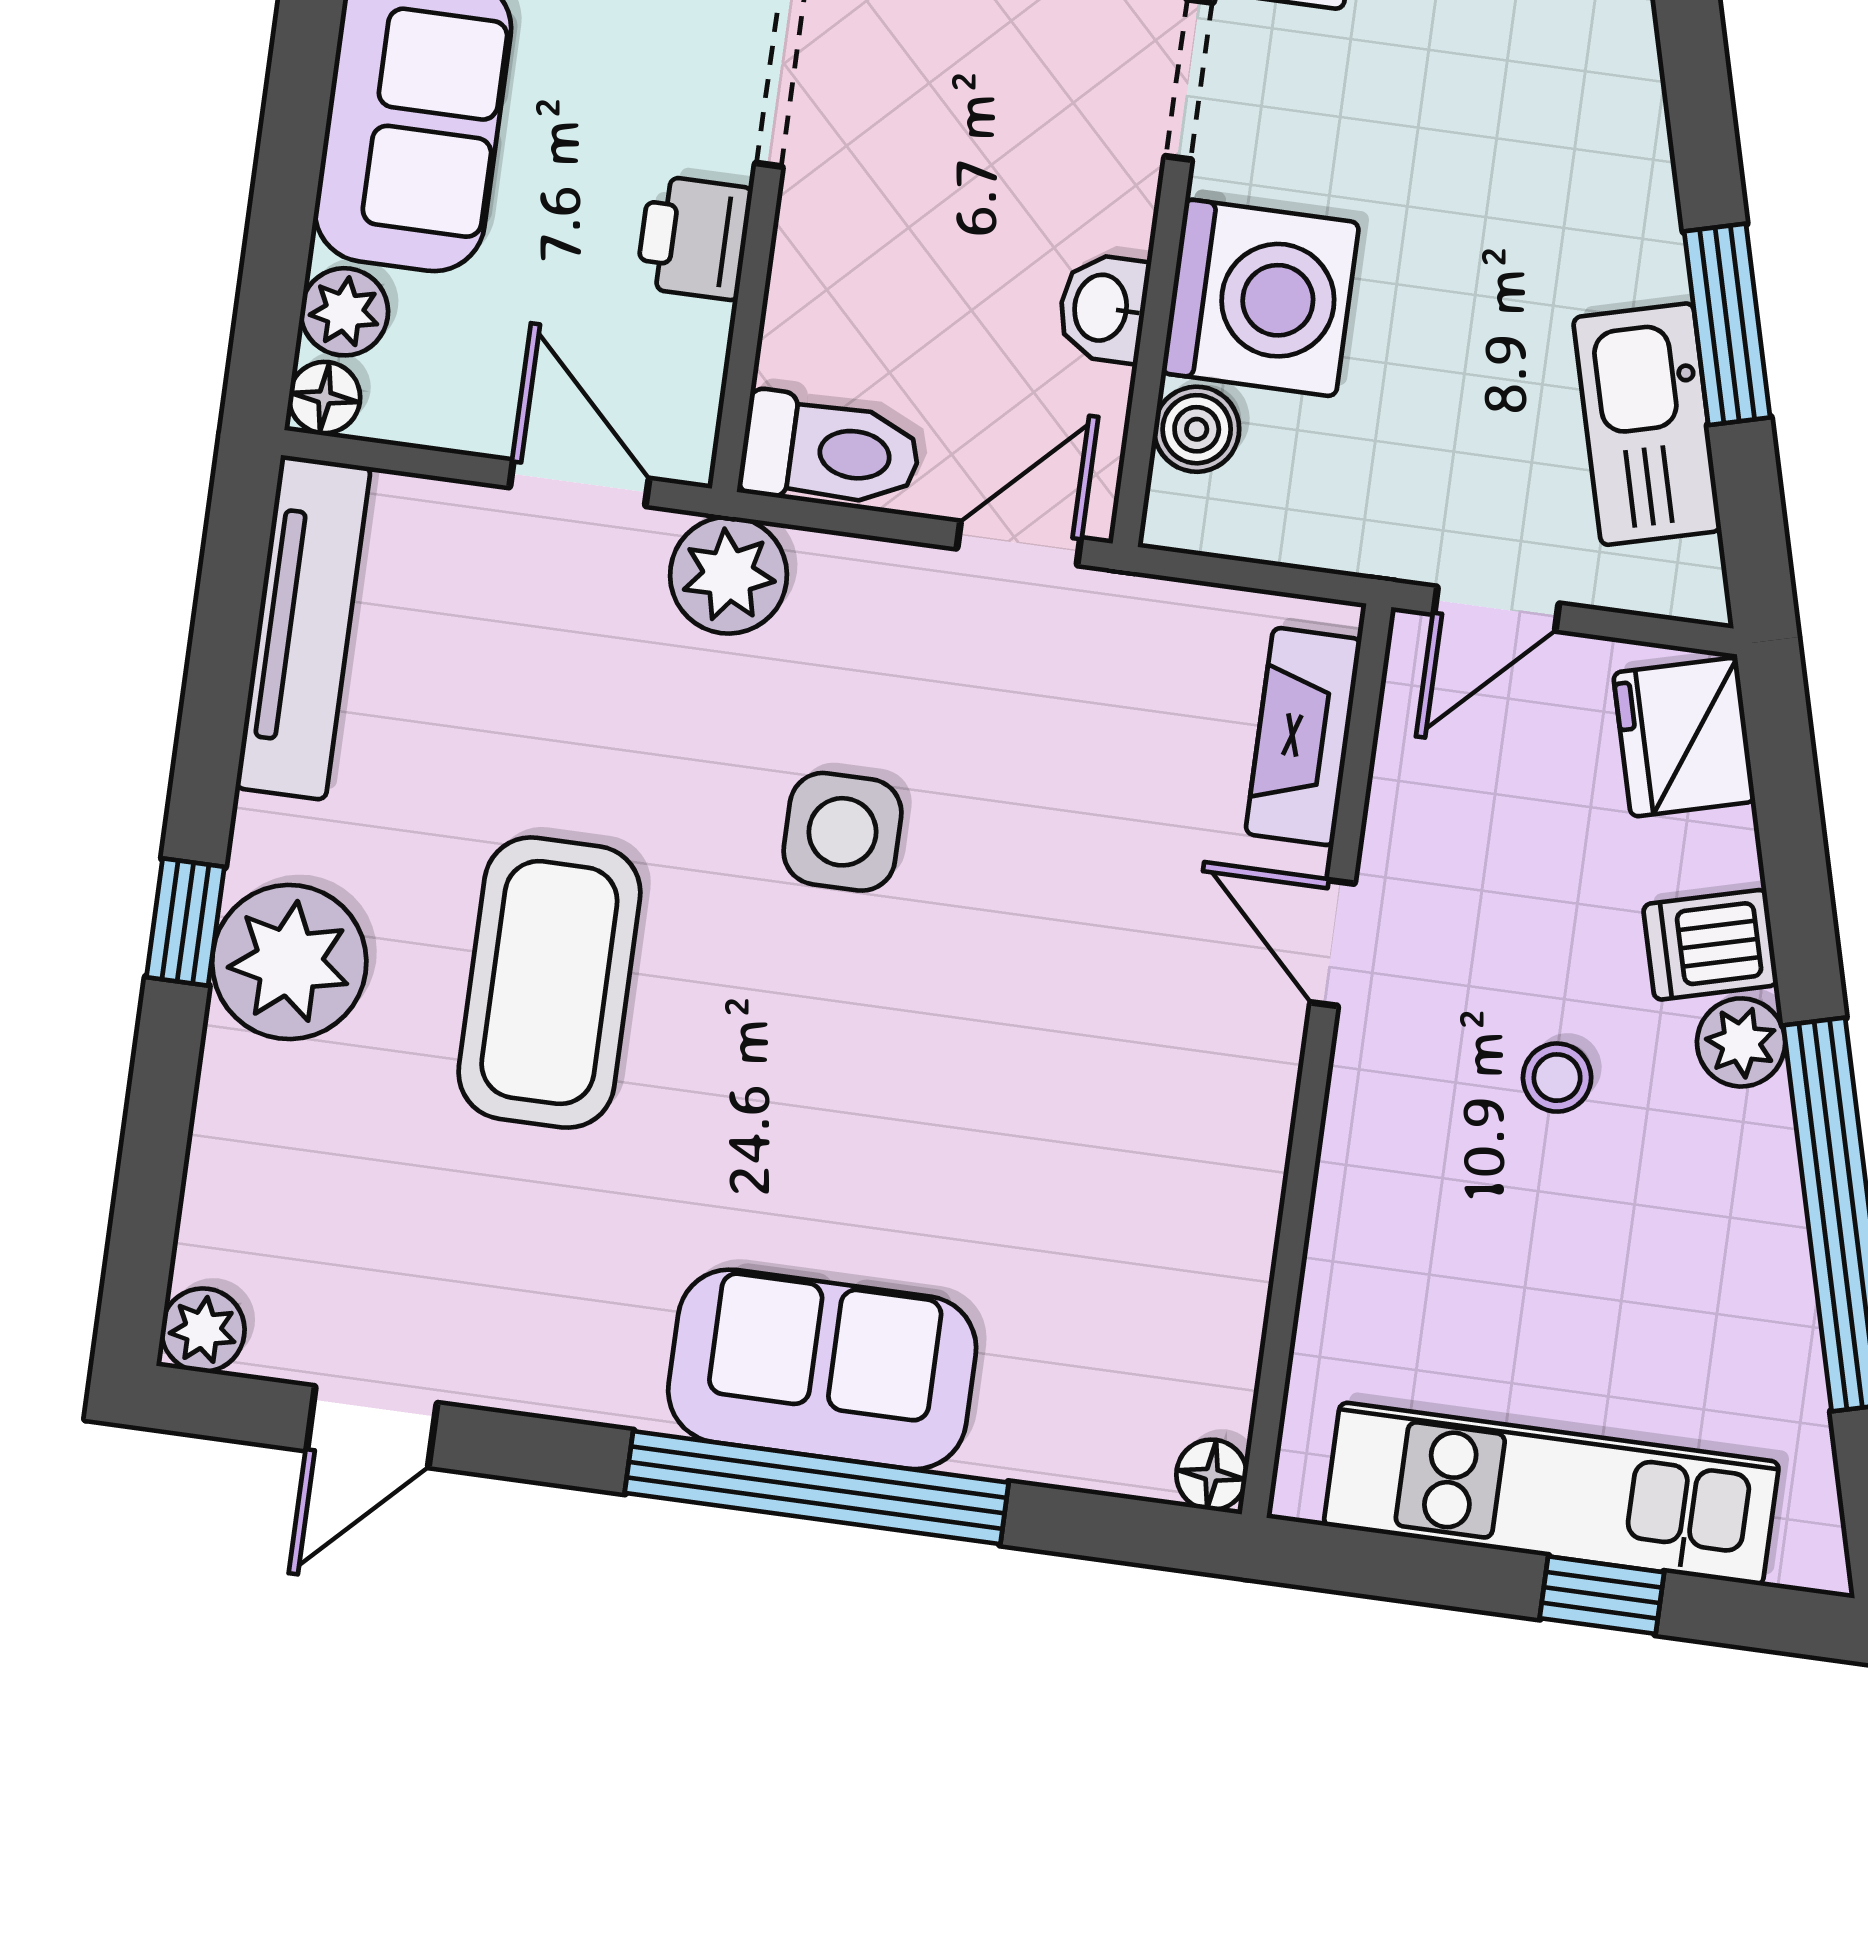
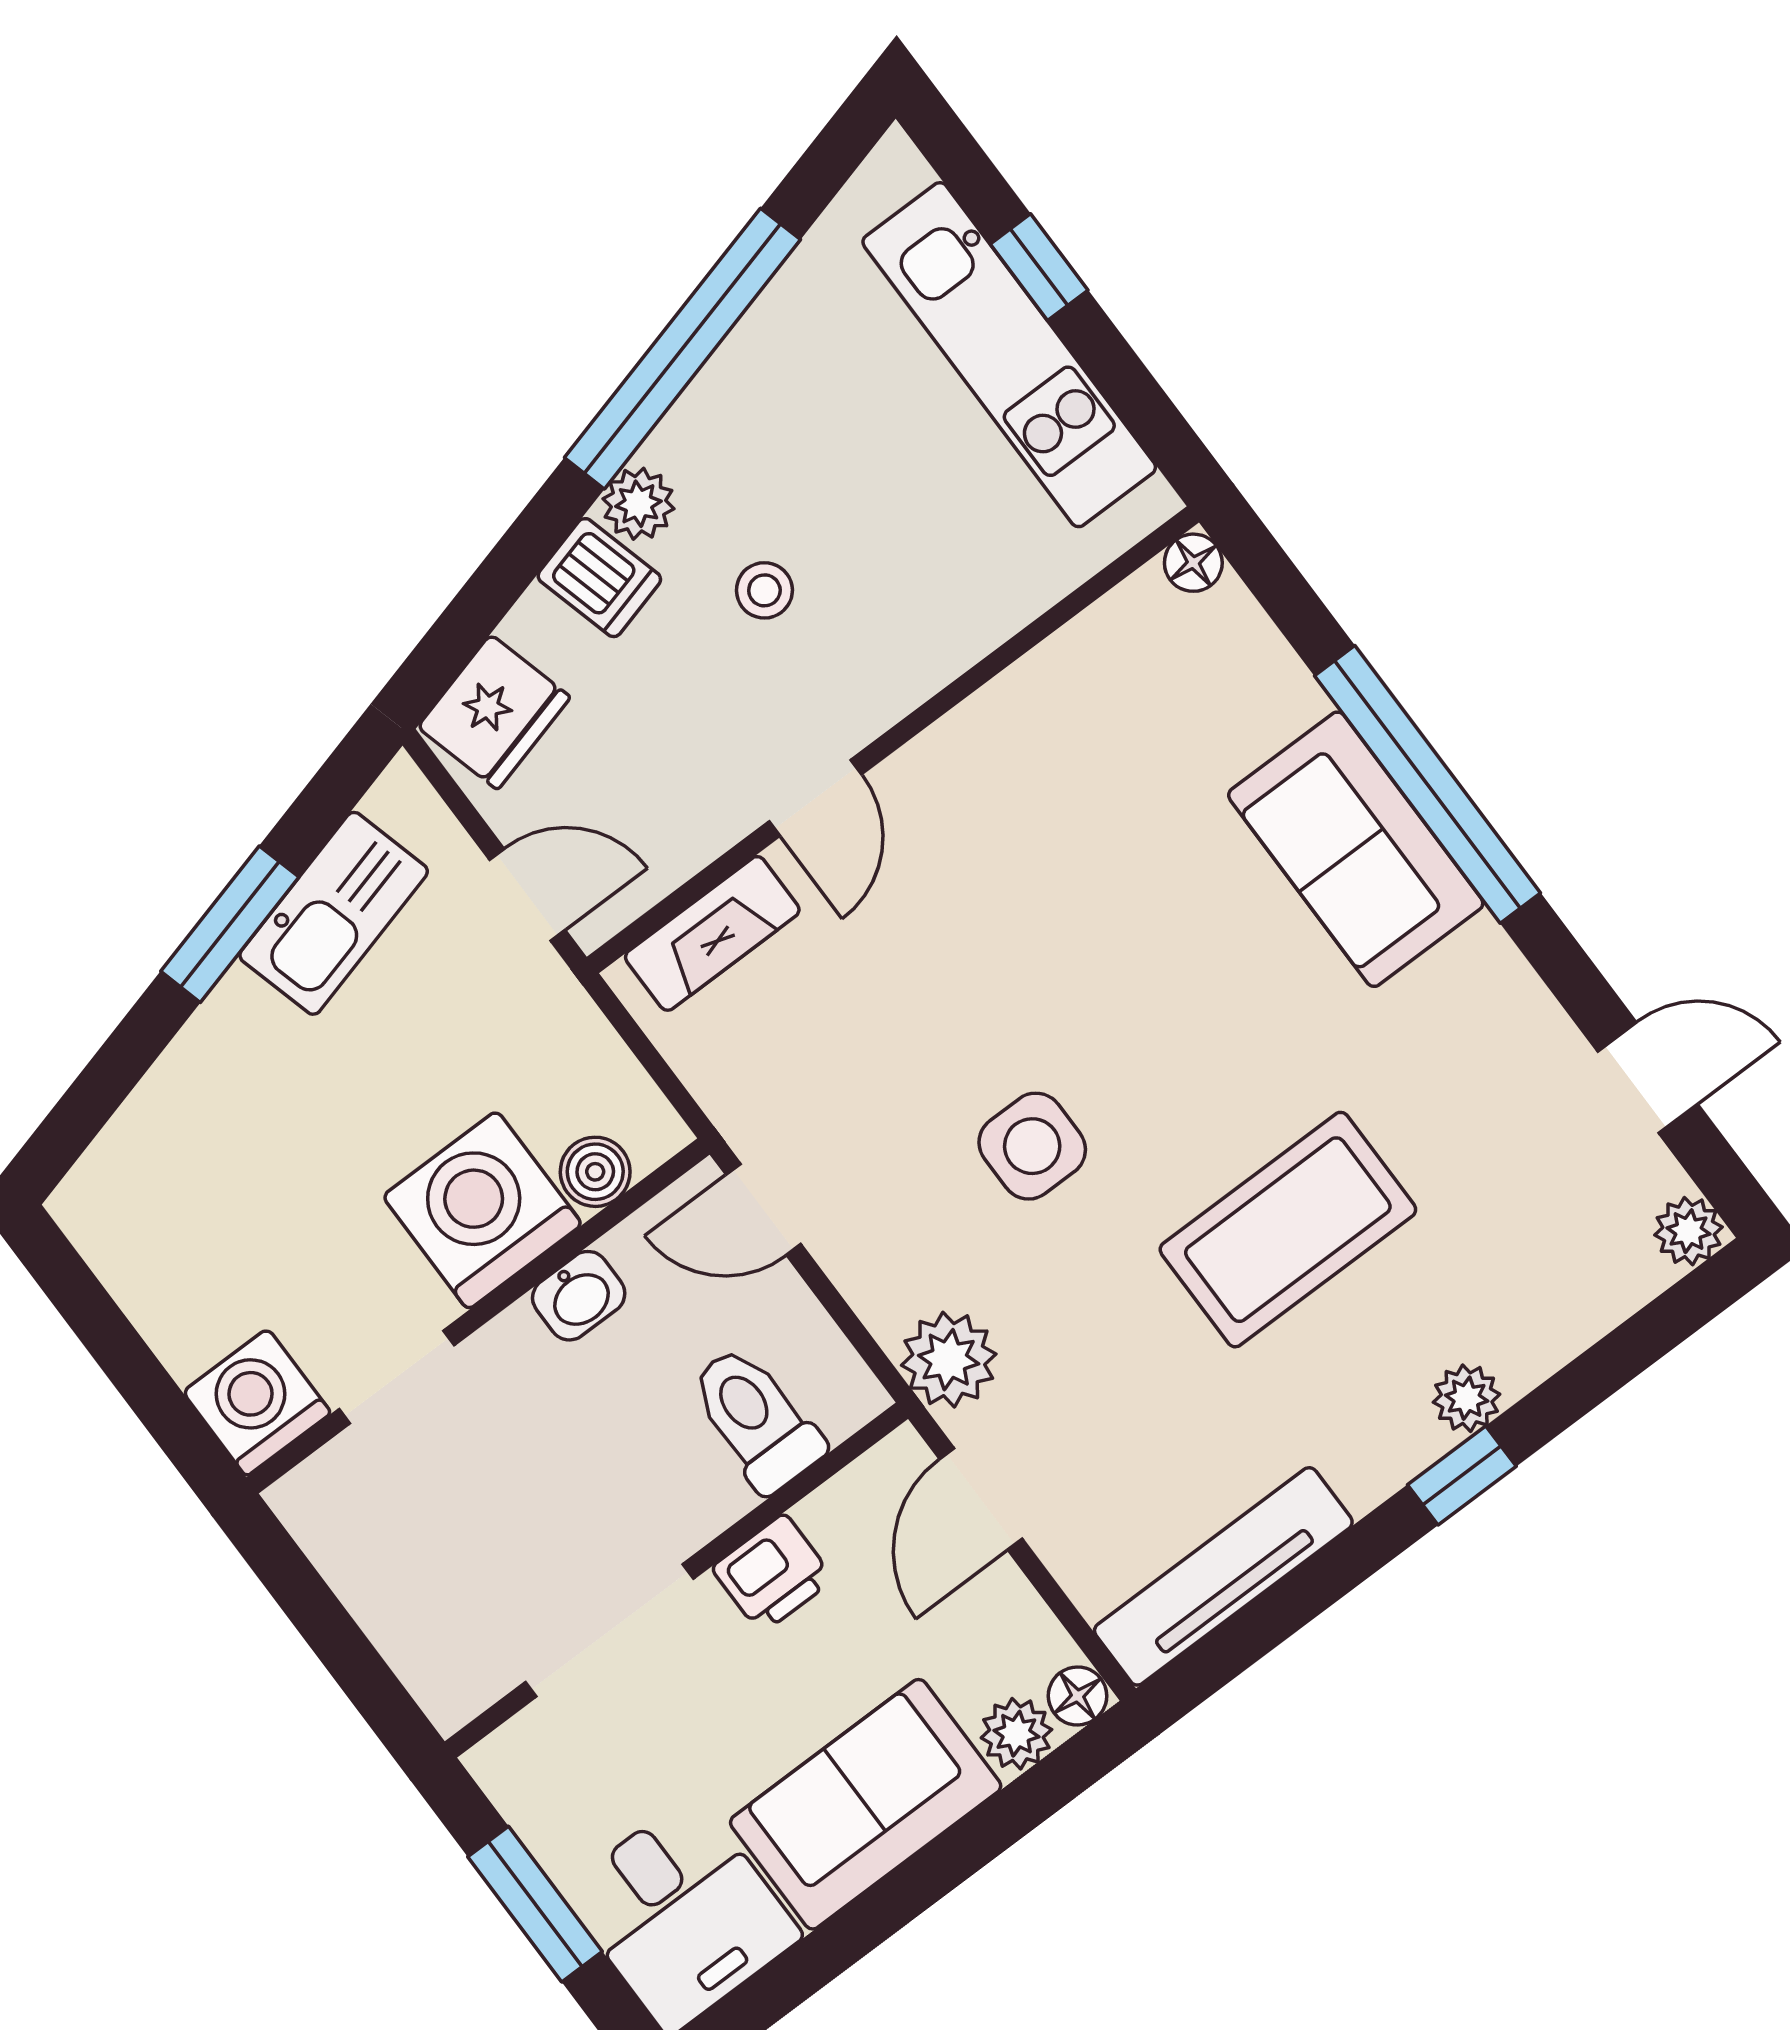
toilet: (830, 451) -> (756, 1419), moved
plant: (289, 962) -> (1467, 1398), width x0.53, depth x0.53

